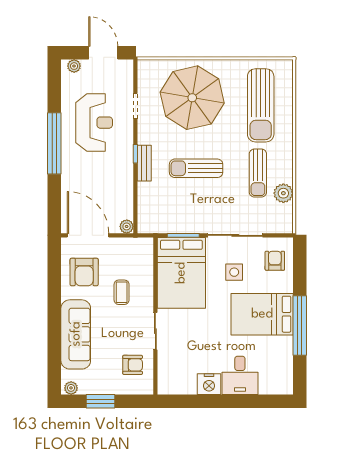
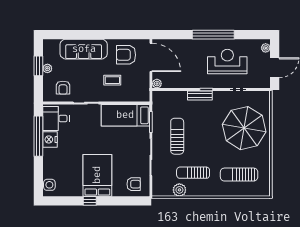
sun lounger: (261, 105) -> (239, 175), width x0.73, depth x0.75
reception desk: (94, 123) -> (227, 62), turned 180
sun lounger: (196, 168) -> (177, 136), moved
door: (88, 235) -> (151, 57), hinge flipped
side table: (234, 272) -> (49, 185), moved
bed: (181, 273) -> (125, 115), width x0.67
window: (300, 326) -> (90, 201), width x0.32
desk: (240, 375) -> (56, 119), moved
plant: (71, 388) -> (47, 68), moved
window: (204, 401) -> (38, 136), added

